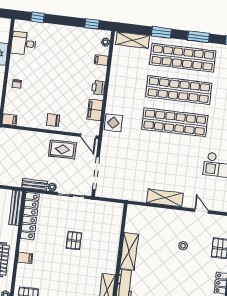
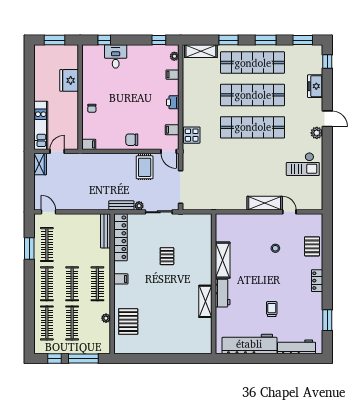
desk: (24, 43) -> (116, 56), moved, turned 90
filing cabinet: (95, 110) -> (172, 130), width x0.50
rug: (62, 149) -> (145, 167), turned 90
shelving: (165, 198) -> (265, 203), moved

